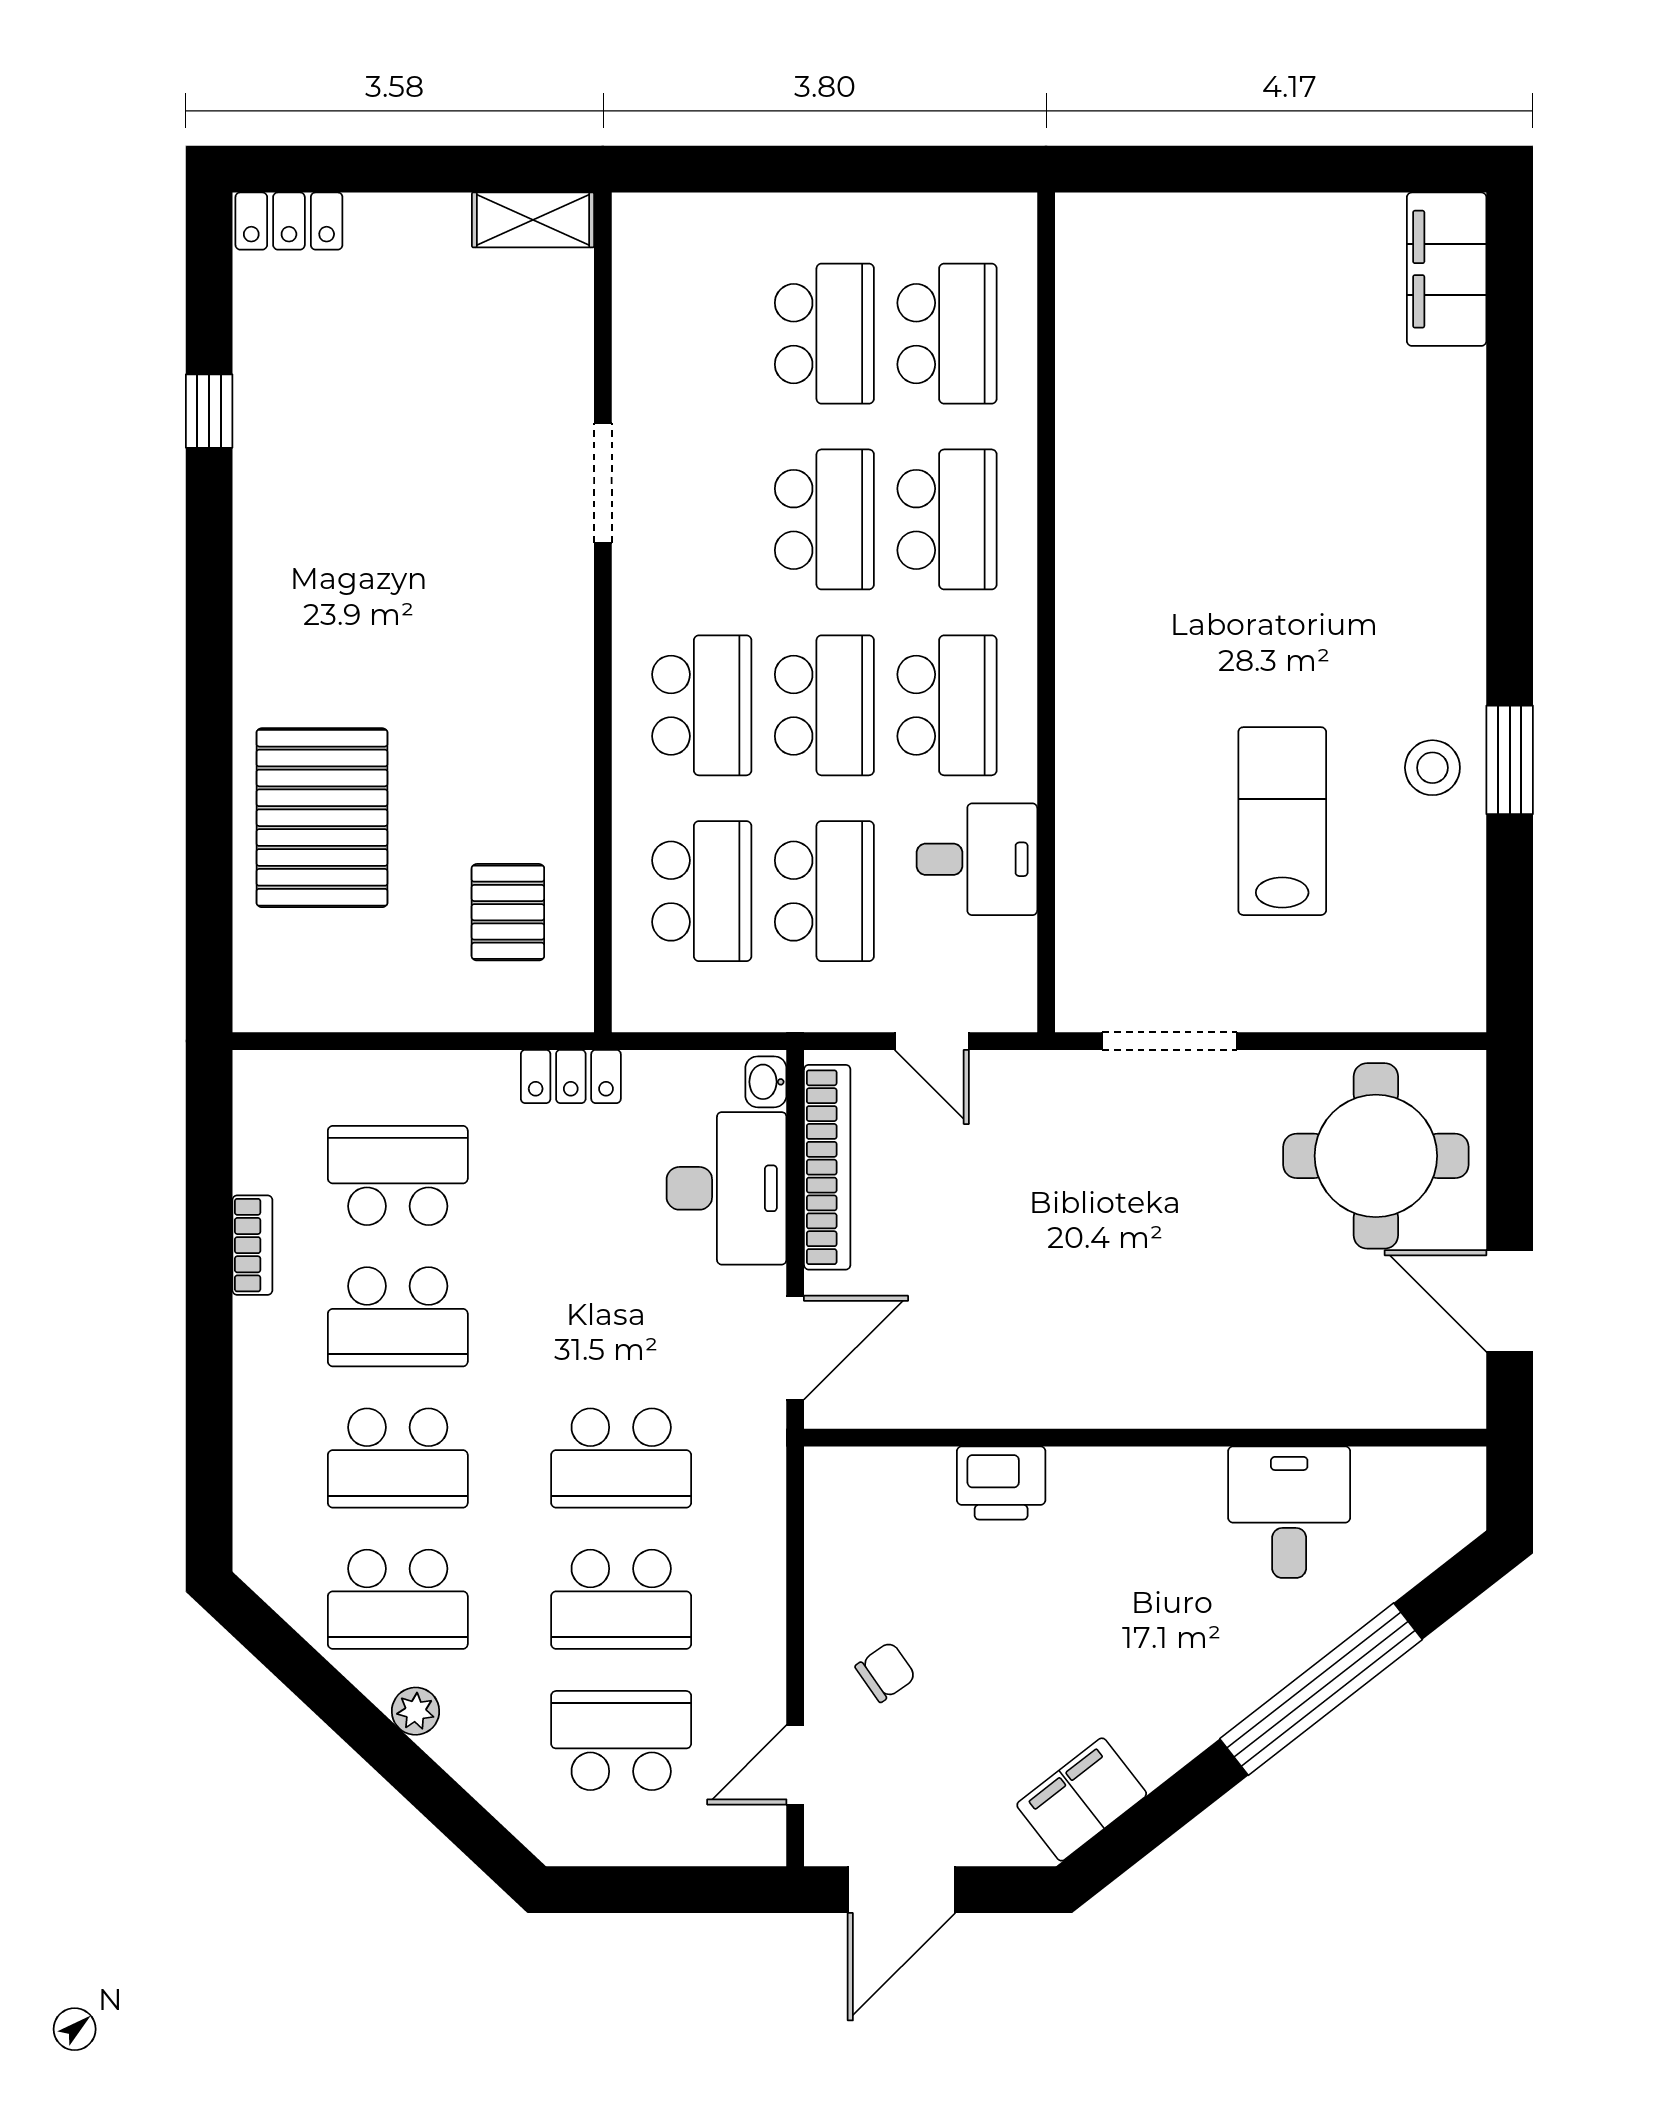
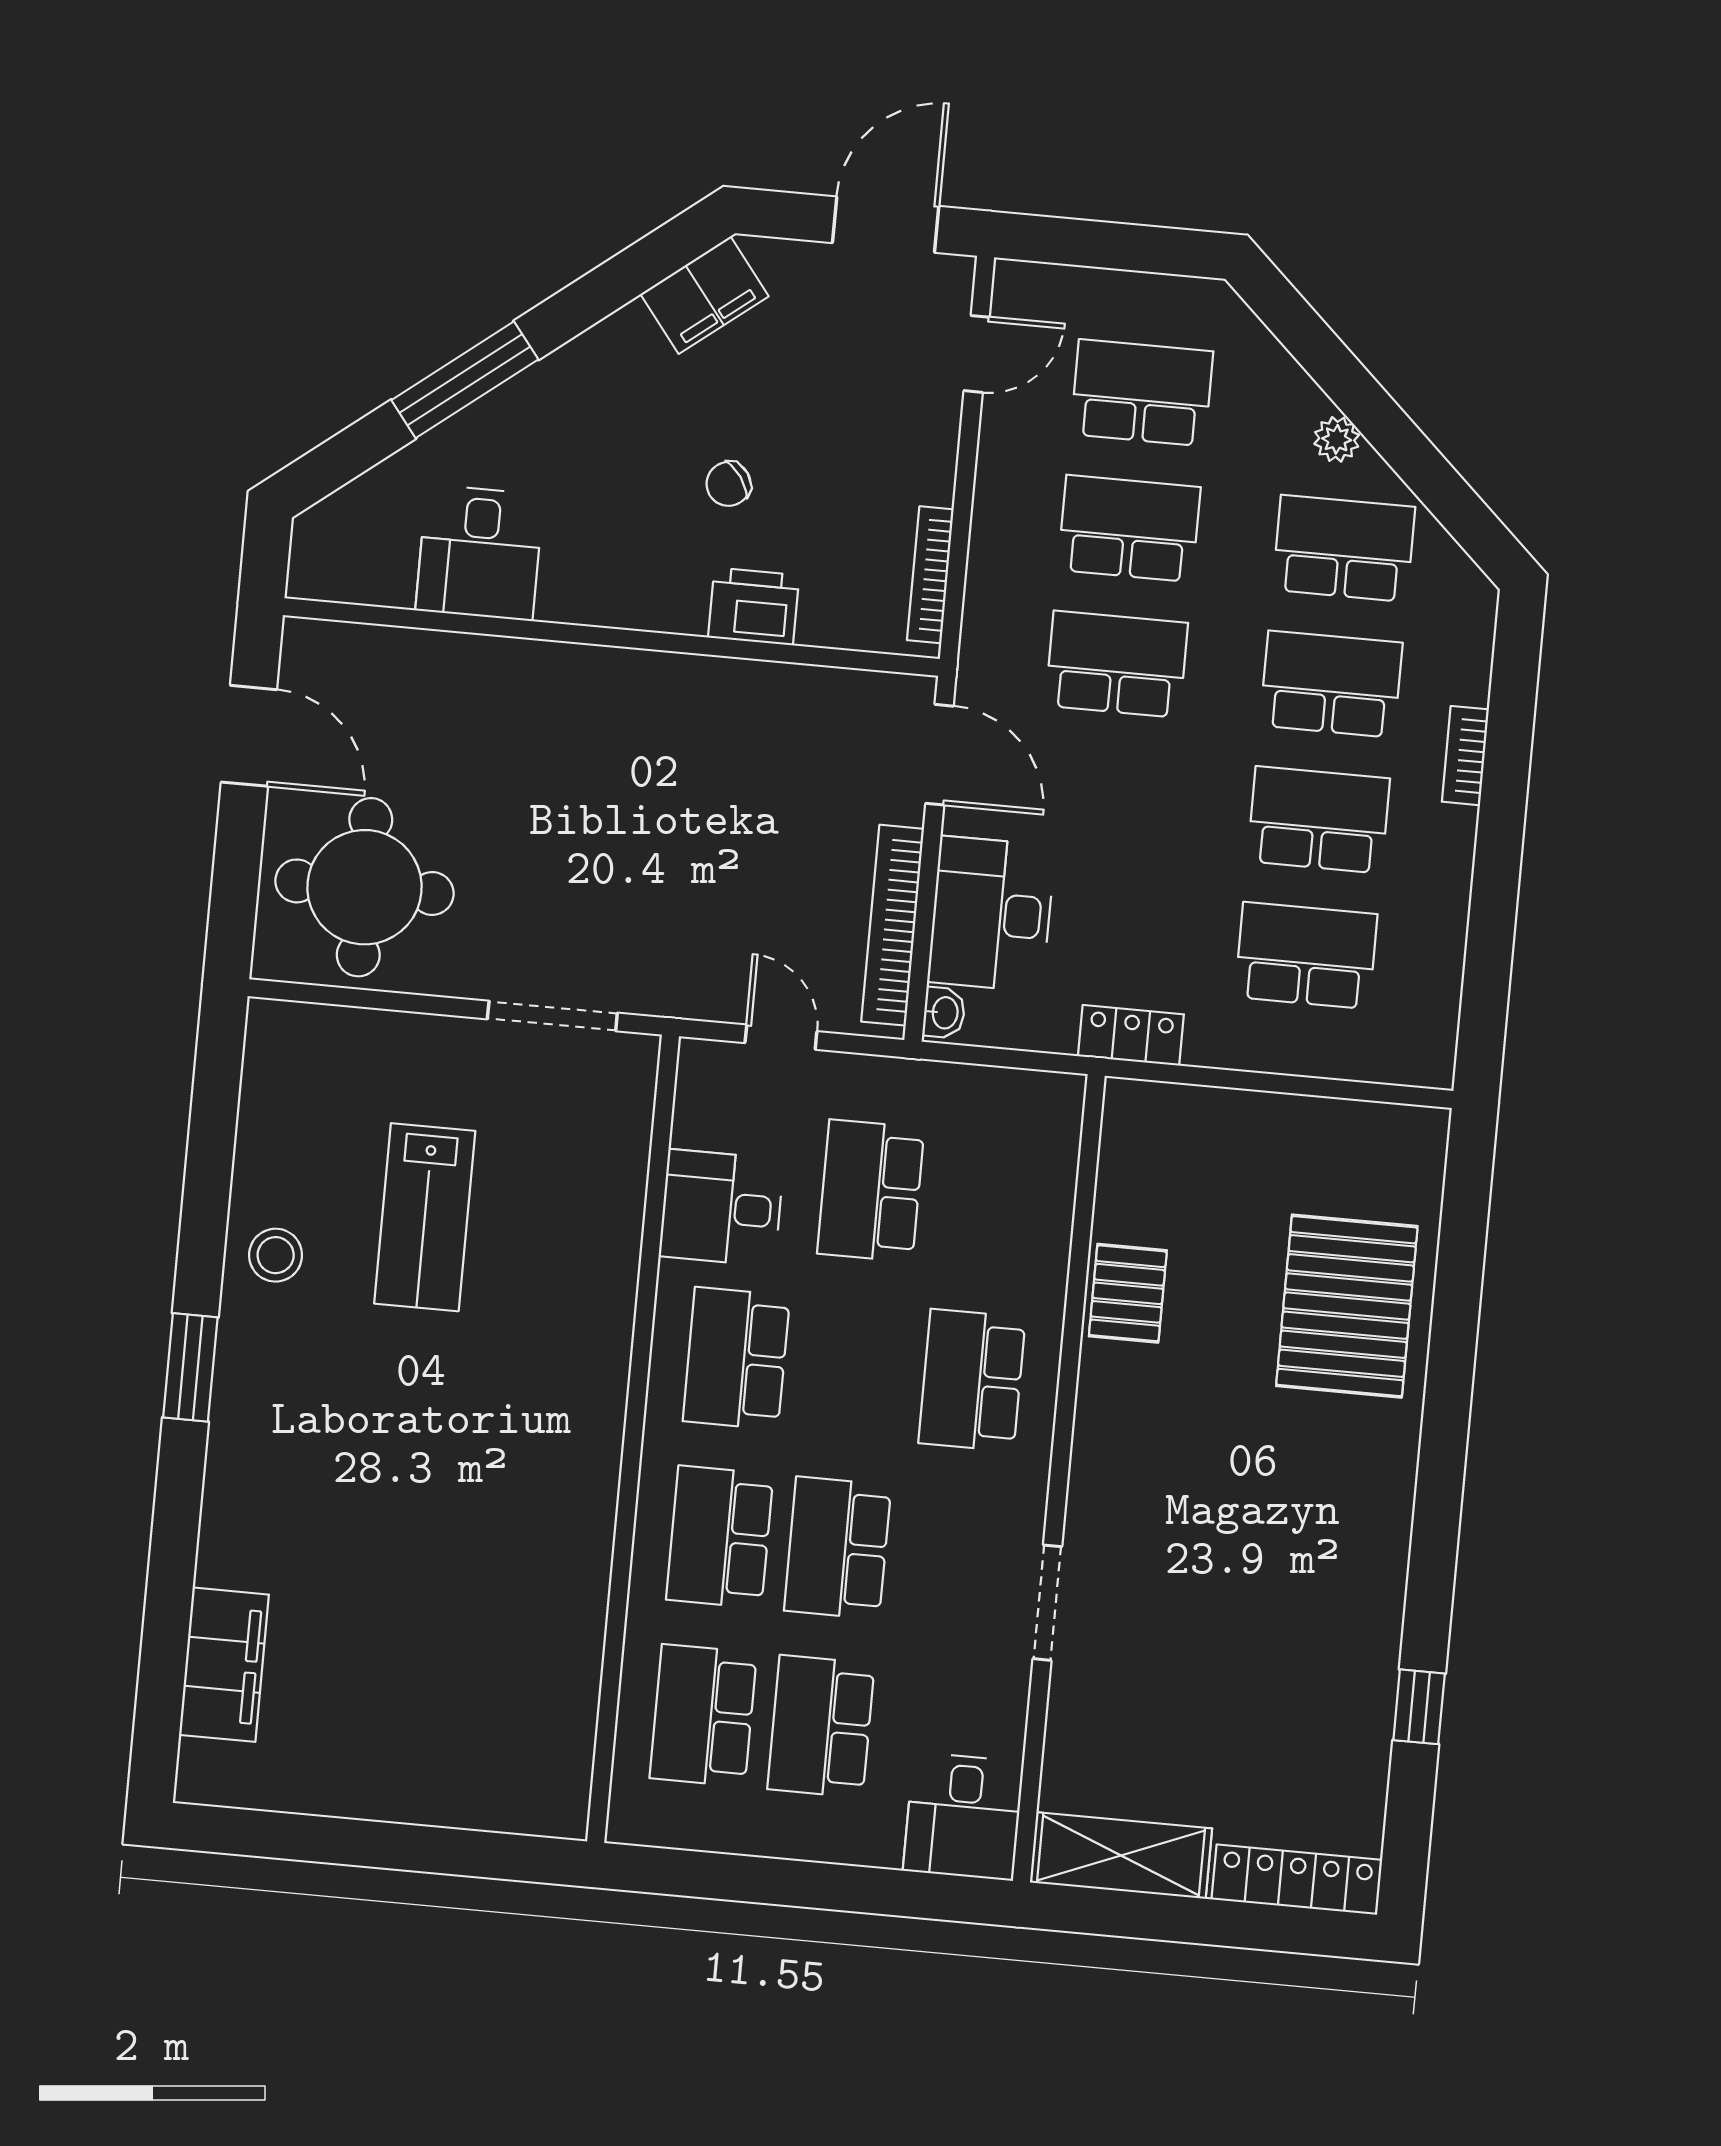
shelving: (533, 220) -> (1121, 1855), width x1.50, depth x1.33
locker: (289, 221) -> (1297, 1880), width x1.53
desk: (669, 254) -> (963, 1816), added
filing cabinet: (1447, 269) -> (224, 1665), moved
school desk: (824, 705) -> (854, 1369), removed
window: (1510, 760) -> (190, 1367), moved
school desk: (702, 891) -> (989, 1202), removed
pallet: (508, 912) -> (1128, 1293), moved
school desk: (398, 1175) -> (1306, 956), turned 180
bookcase: (252, 1245) -> (1465, 756), moved
door: (795, 1348) -> (939, 755), swing flipped
bookcase: (822, 1532) -> (930, 575), added
chair: (886, 1672) -> (729, 484), moved
window: (1321, 1689) -> (465, 380), width x0.68
school desk: (621, 1741) -> (1142, 393), turned 180

